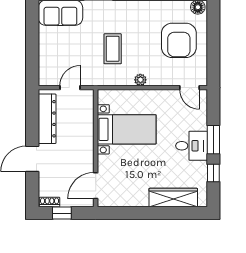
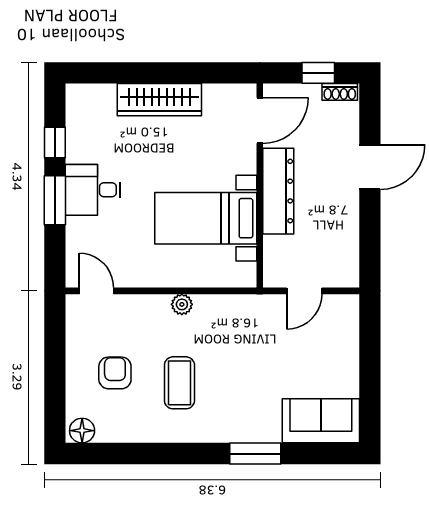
armchair: (179, 40) -> (115, 373), width x0.53, depth x0.53
coffee table: (113, 49) -> (179, 383), moved
dresser: (47, 119) -> (278, 191), moved, turned 180
wardrobe: (173, 198) -> (159, 100), moved

